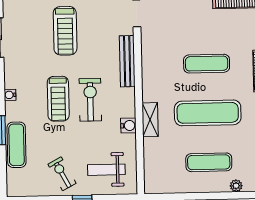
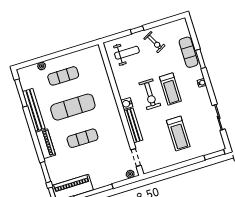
treadmill: (65, 31) -> (178, 133), turned 180
treadmill: (58, 99) -> (170, 89), turned 180
shelving: (150, 120) -> (108, 92), removed
water cooler: (128, 126) -> (127, 104), moved

